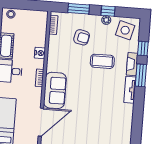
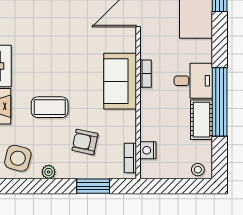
window: (108, 11) -> (47, 186), removed
nightstand: (40, 53) -> (148, 150), moved
sofa: (55, 90) -> (120, 81), moved

